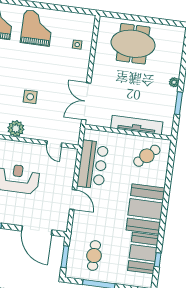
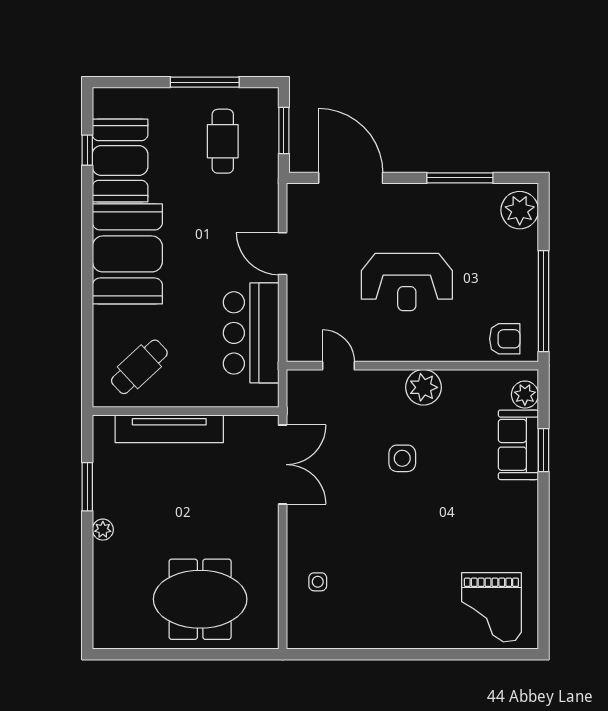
grand piano: (37, 28) -> (408, 605), removed

